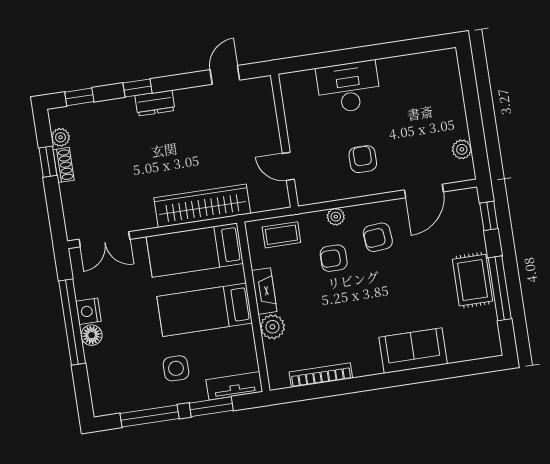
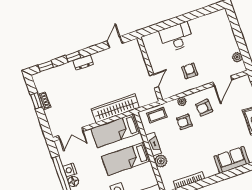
plant: (60, 137) -> (40, 88), removed
door: (288, 166) -> (154, 81), swing flipped

